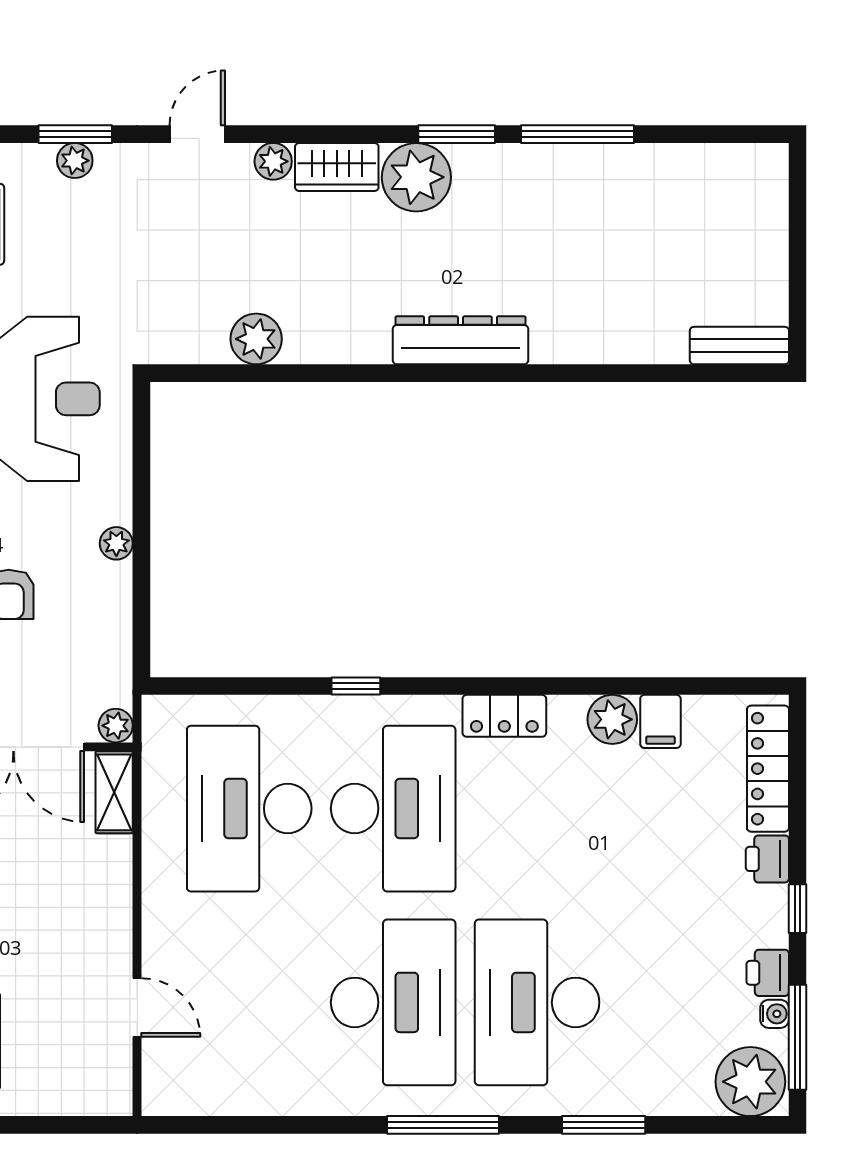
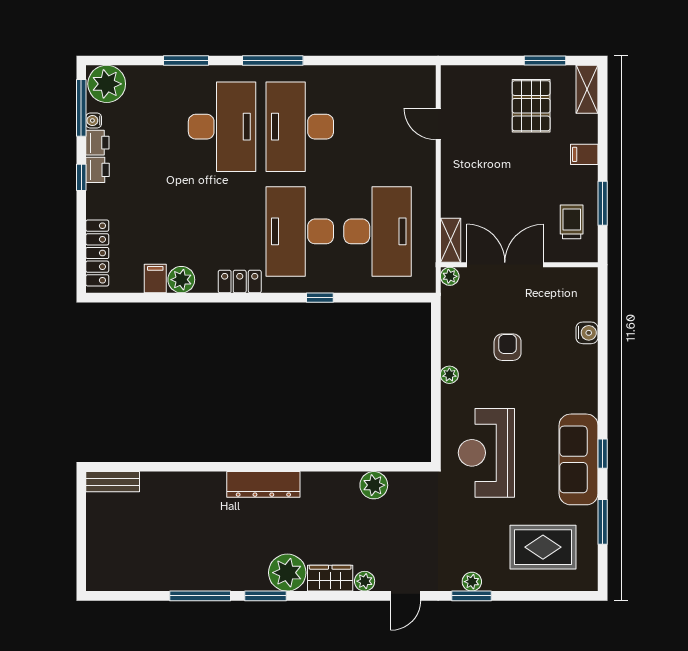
printer: (767, 859) -> (98, 170), moved

